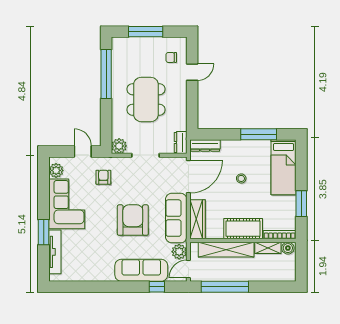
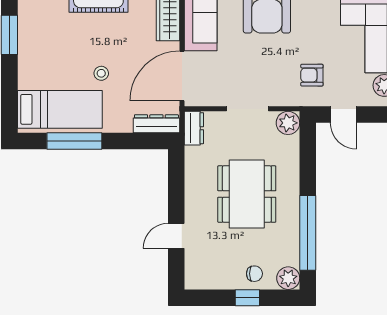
window: (146, 32) -> (247, 298), width x0.46
plant: (119, 44) -> (288, 278), added
chair: (171, 57) -> (254, 274), moved
bed: (284, 167) -> (60, 109), moved, turned 90
armchair: (103, 177) -> (312, 75), turned 90

